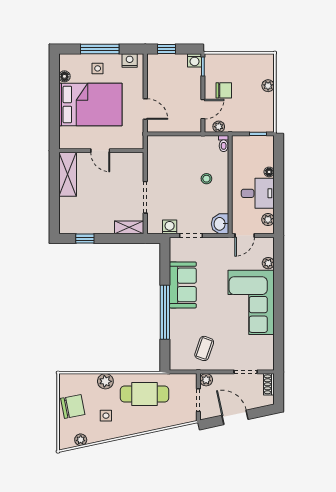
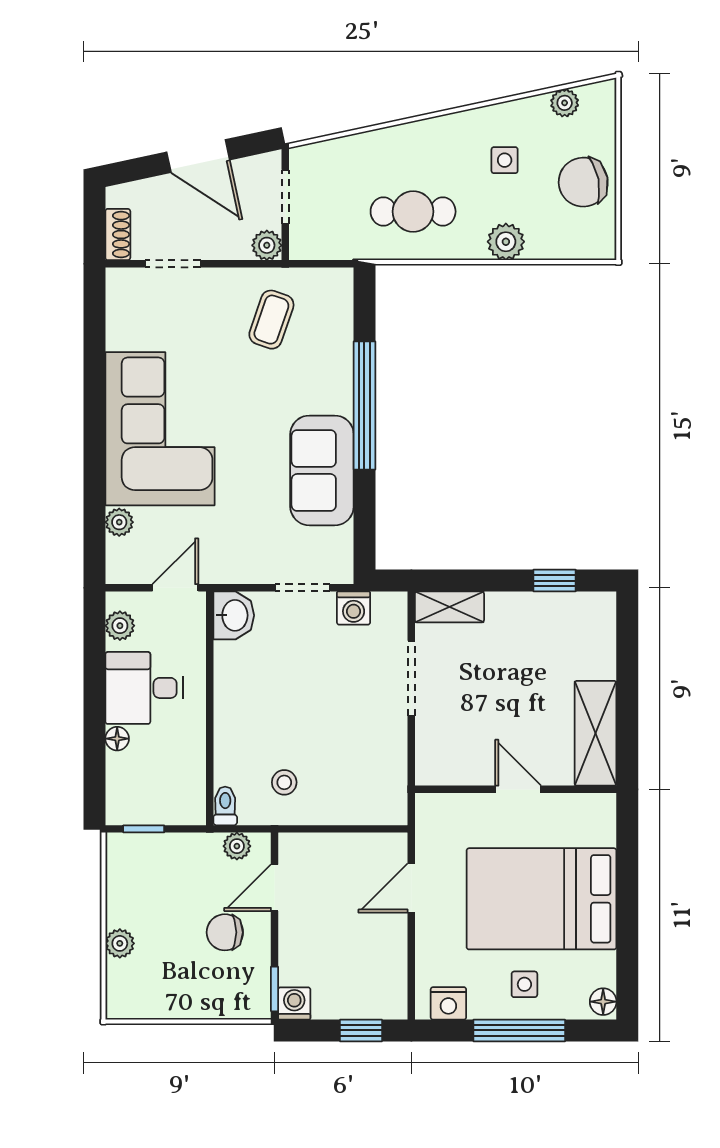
floor lamp: (64, 76) -> (603, 1002), moved
door: (145, 109) -> (411, 888), hinge flipped
stool: (206, 179) -> (284, 782), moved
cafe table: (144, 394) -> (413, 212), width x0.73, depth x0.74

